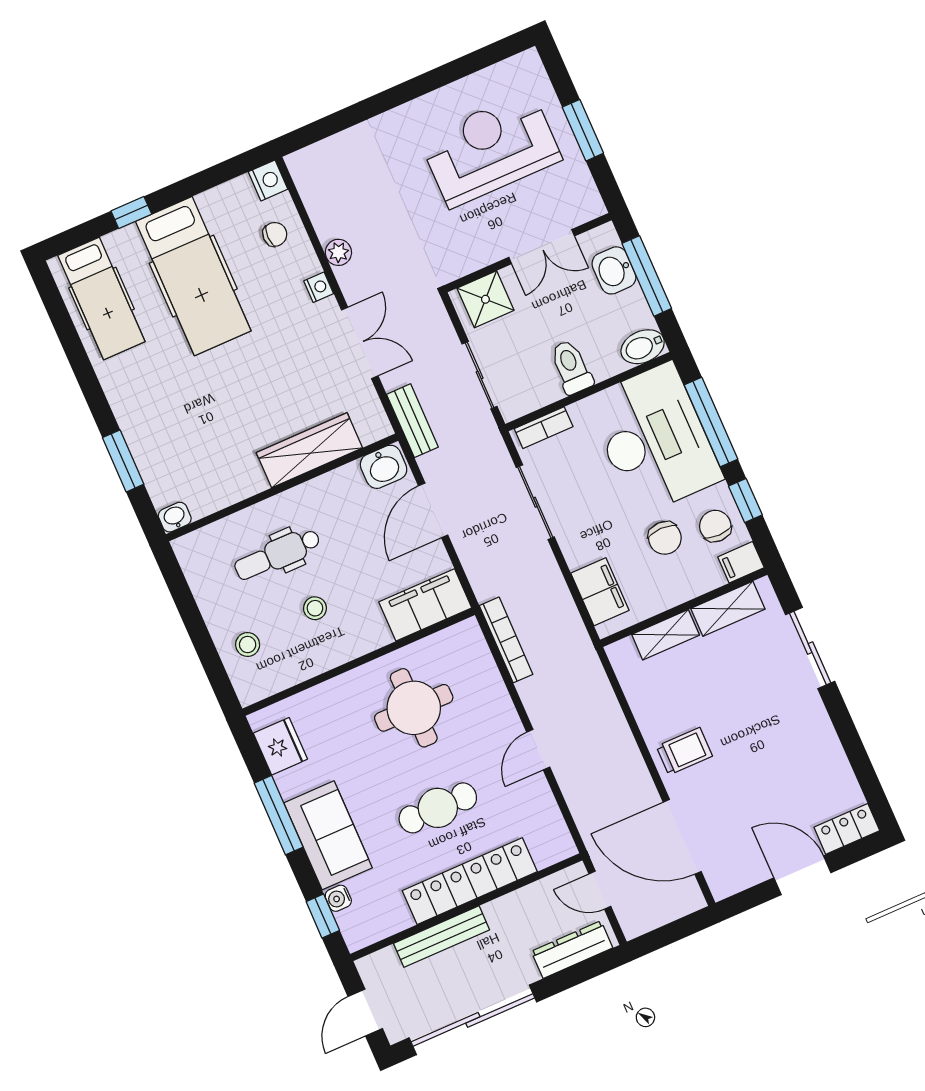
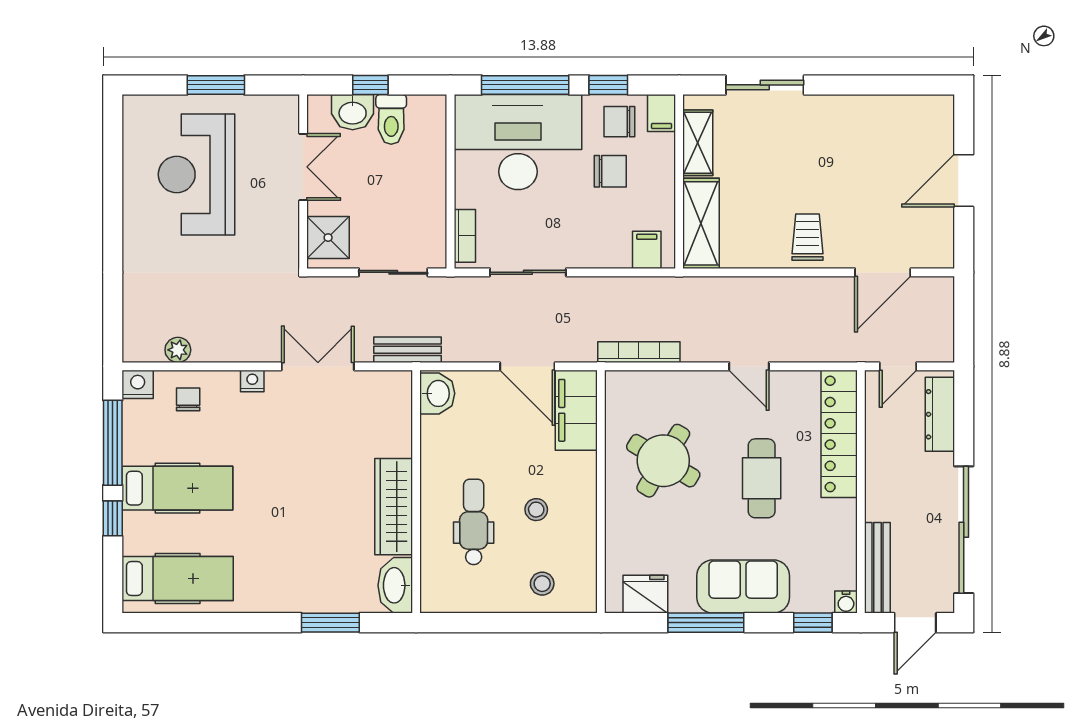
window: (203, 181) -> (113, 443), added
plant: (338, 252) -> (178, 350), moved
hospital bed: (193, 276) -> (177, 488), width x0.73, depth x0.78
window: (647, 276) -> (370, 85), width x0.46
bidet: (643, 347) -> (432, 116), removed
toilet: (571, 367) -> (391, 119), moved, turned -90
wardrobe: (309, 450) -> (394, 507), moved
door: (433, 510) -> (527, 366), moved
washbasin: (175, 517) -> (395, 585), width x1.91, depth x1.45
dental chair: (277, 554) -> (474, 522), turned 180
filing cabinet: (600, 592) -> (647, 250), width x0.50
shelving: (666, 635) -> (701, 223), width x1.50, depth x1.33
round table: (414, 708) -> (663, 461), turned 31
locker: (847, 829) -> (940, 123), removed
door: (682, 837) -> (883, 272), width x0.73
locker: (470, 881) -> (839, 434), moved
water cooler: (338, 898) -> (846, 602), moved
bench: (442, 937) -> (877, 568), moved
door: (365, 1013) -> (915, 623), hinge flipped

